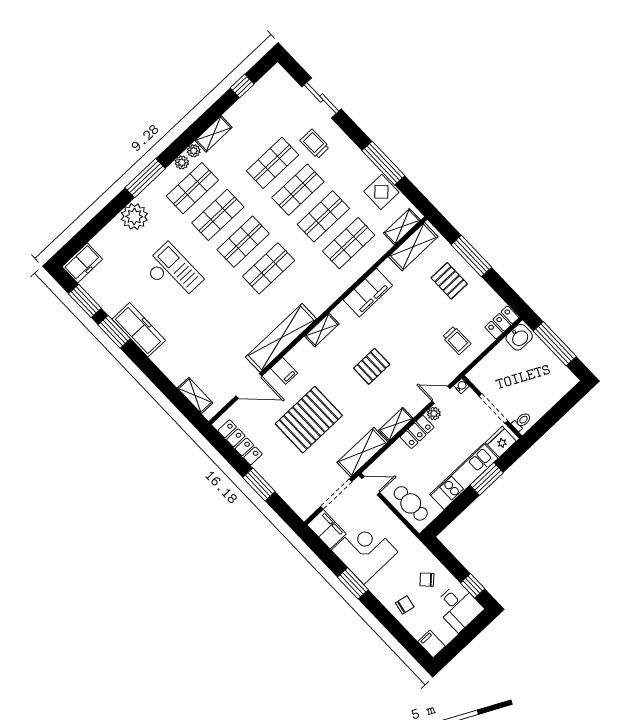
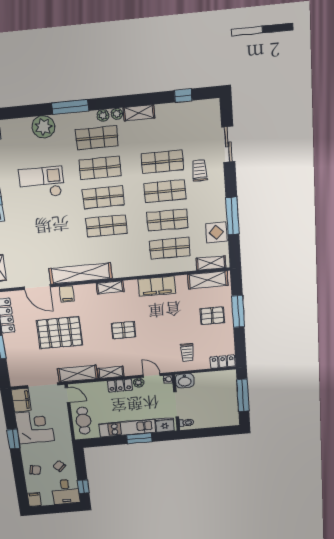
checkout: (173, 273) -> (42, 183), turned -90
pallet: (449, 281) -> (212, 316), turned 90
washbasin: (519, 337) -> (185, 381), moved

